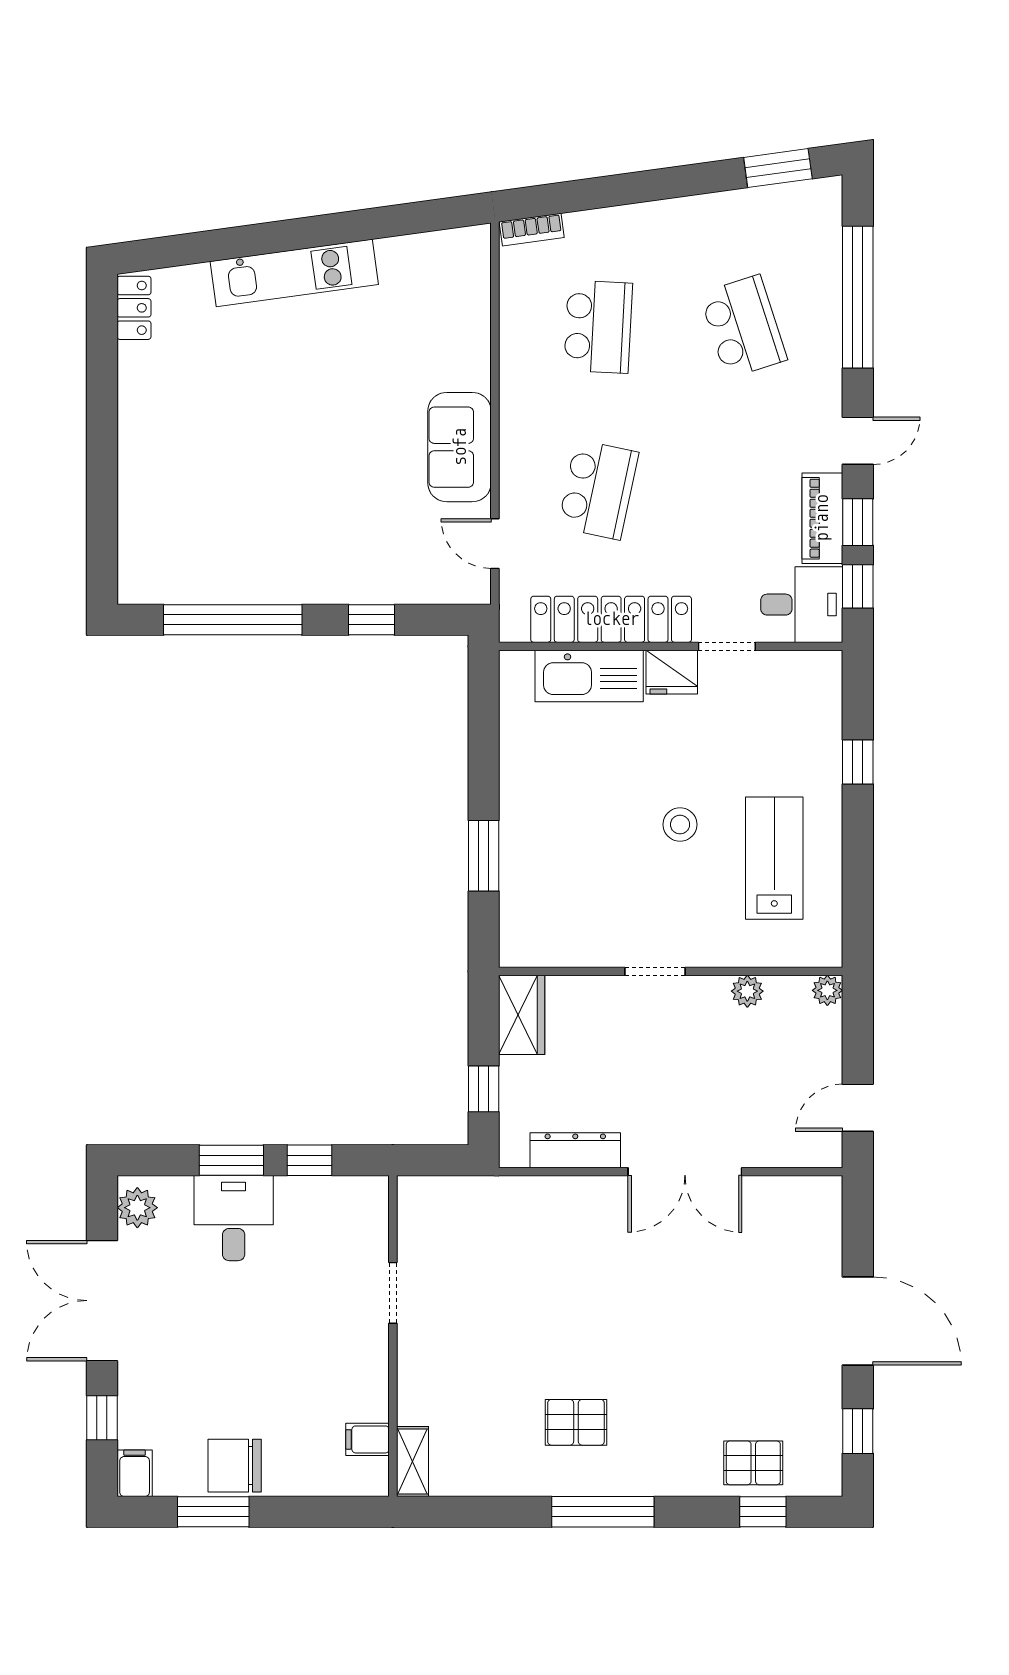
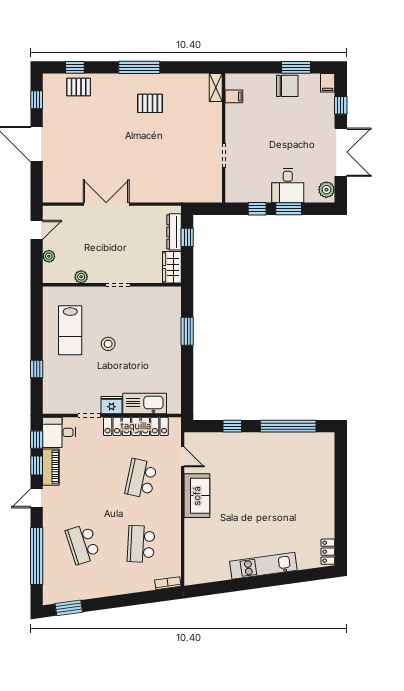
plant: (827, 990) -> (49, 256), moved
dresser: (575, 1150) -> (174, 232), moved, turned 90

